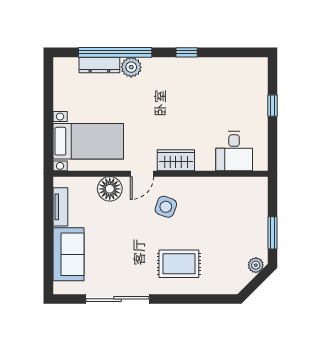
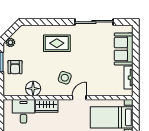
wardrobe: (176, 160) -> (47, 106), moved
floor lamp: (110, 189) -> (33, 89), moved
armchair: (248, 224) -> (15, 67), added

